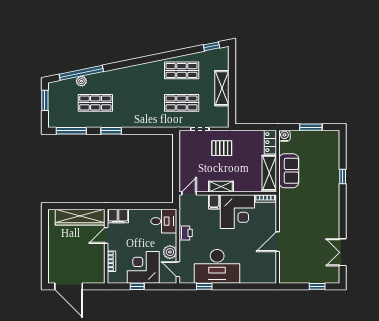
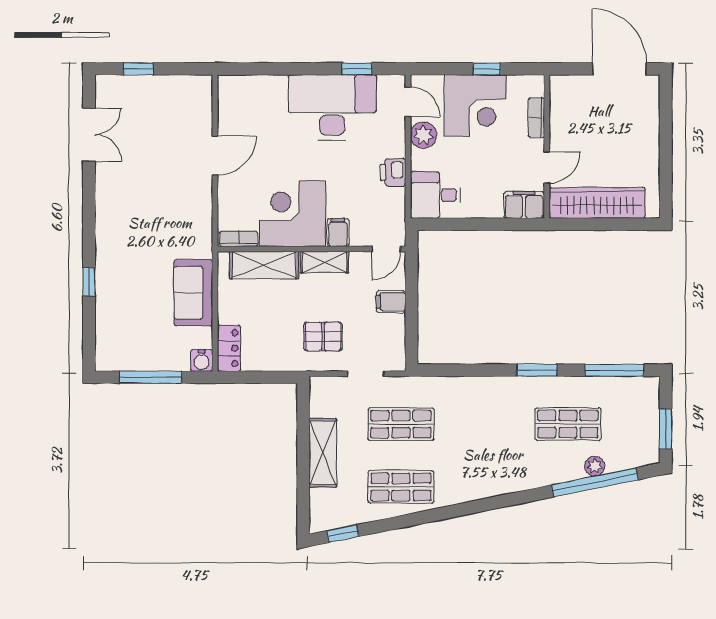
window: (311, 127) -> (151, 377), width x1.44
filing cabinet: (187, 166) -> (391, 302), added
shelving: (269, 173) -> (264, 265), moved, turned 90

